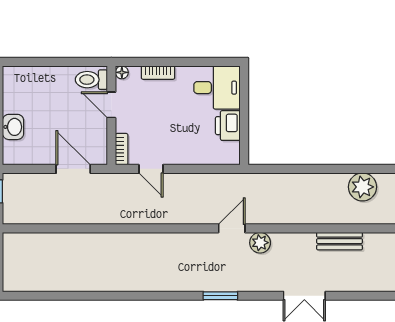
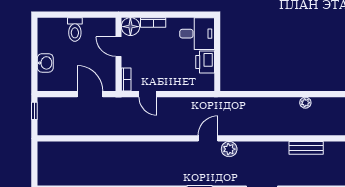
floor lamp: (122, 72) -> (130, 27), width x1.89, depth x1.89
toilet: (91, 80) -> (75, 29), moved, turned -90
plant: (362, 187) -> (305, 103), width x0.53, depth x0.53
bench: (340, 241) -> (306, 148), moved

